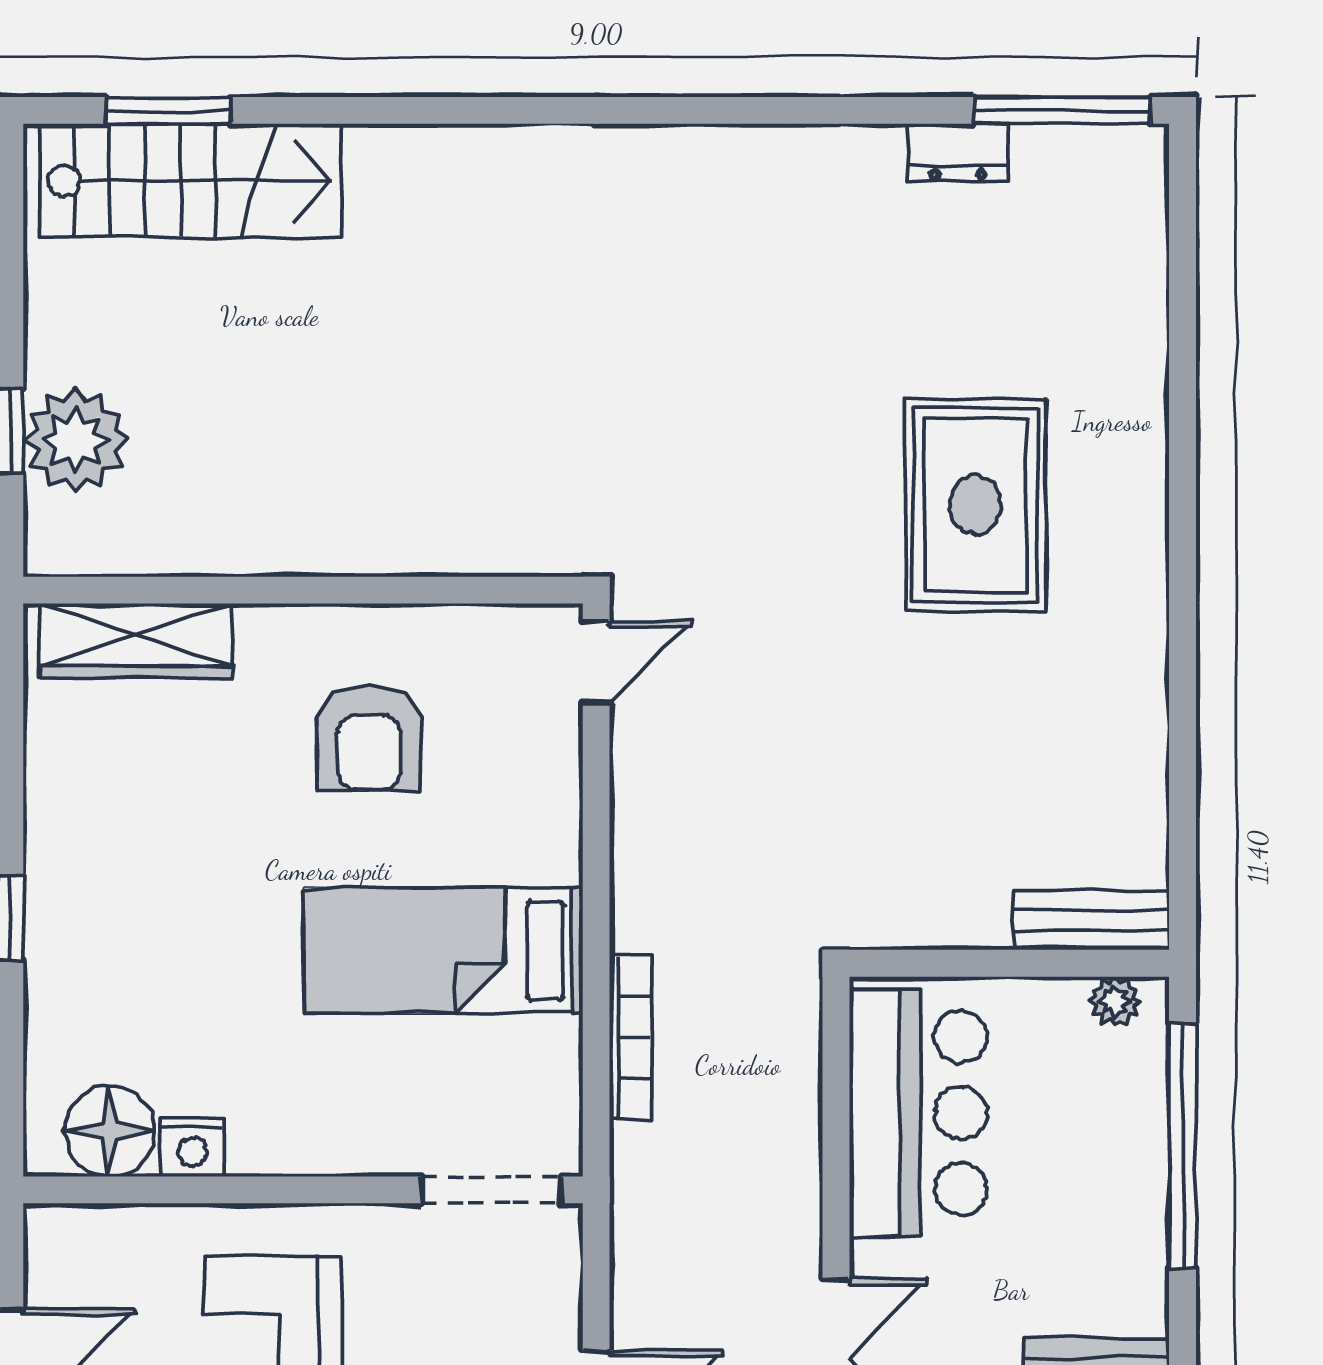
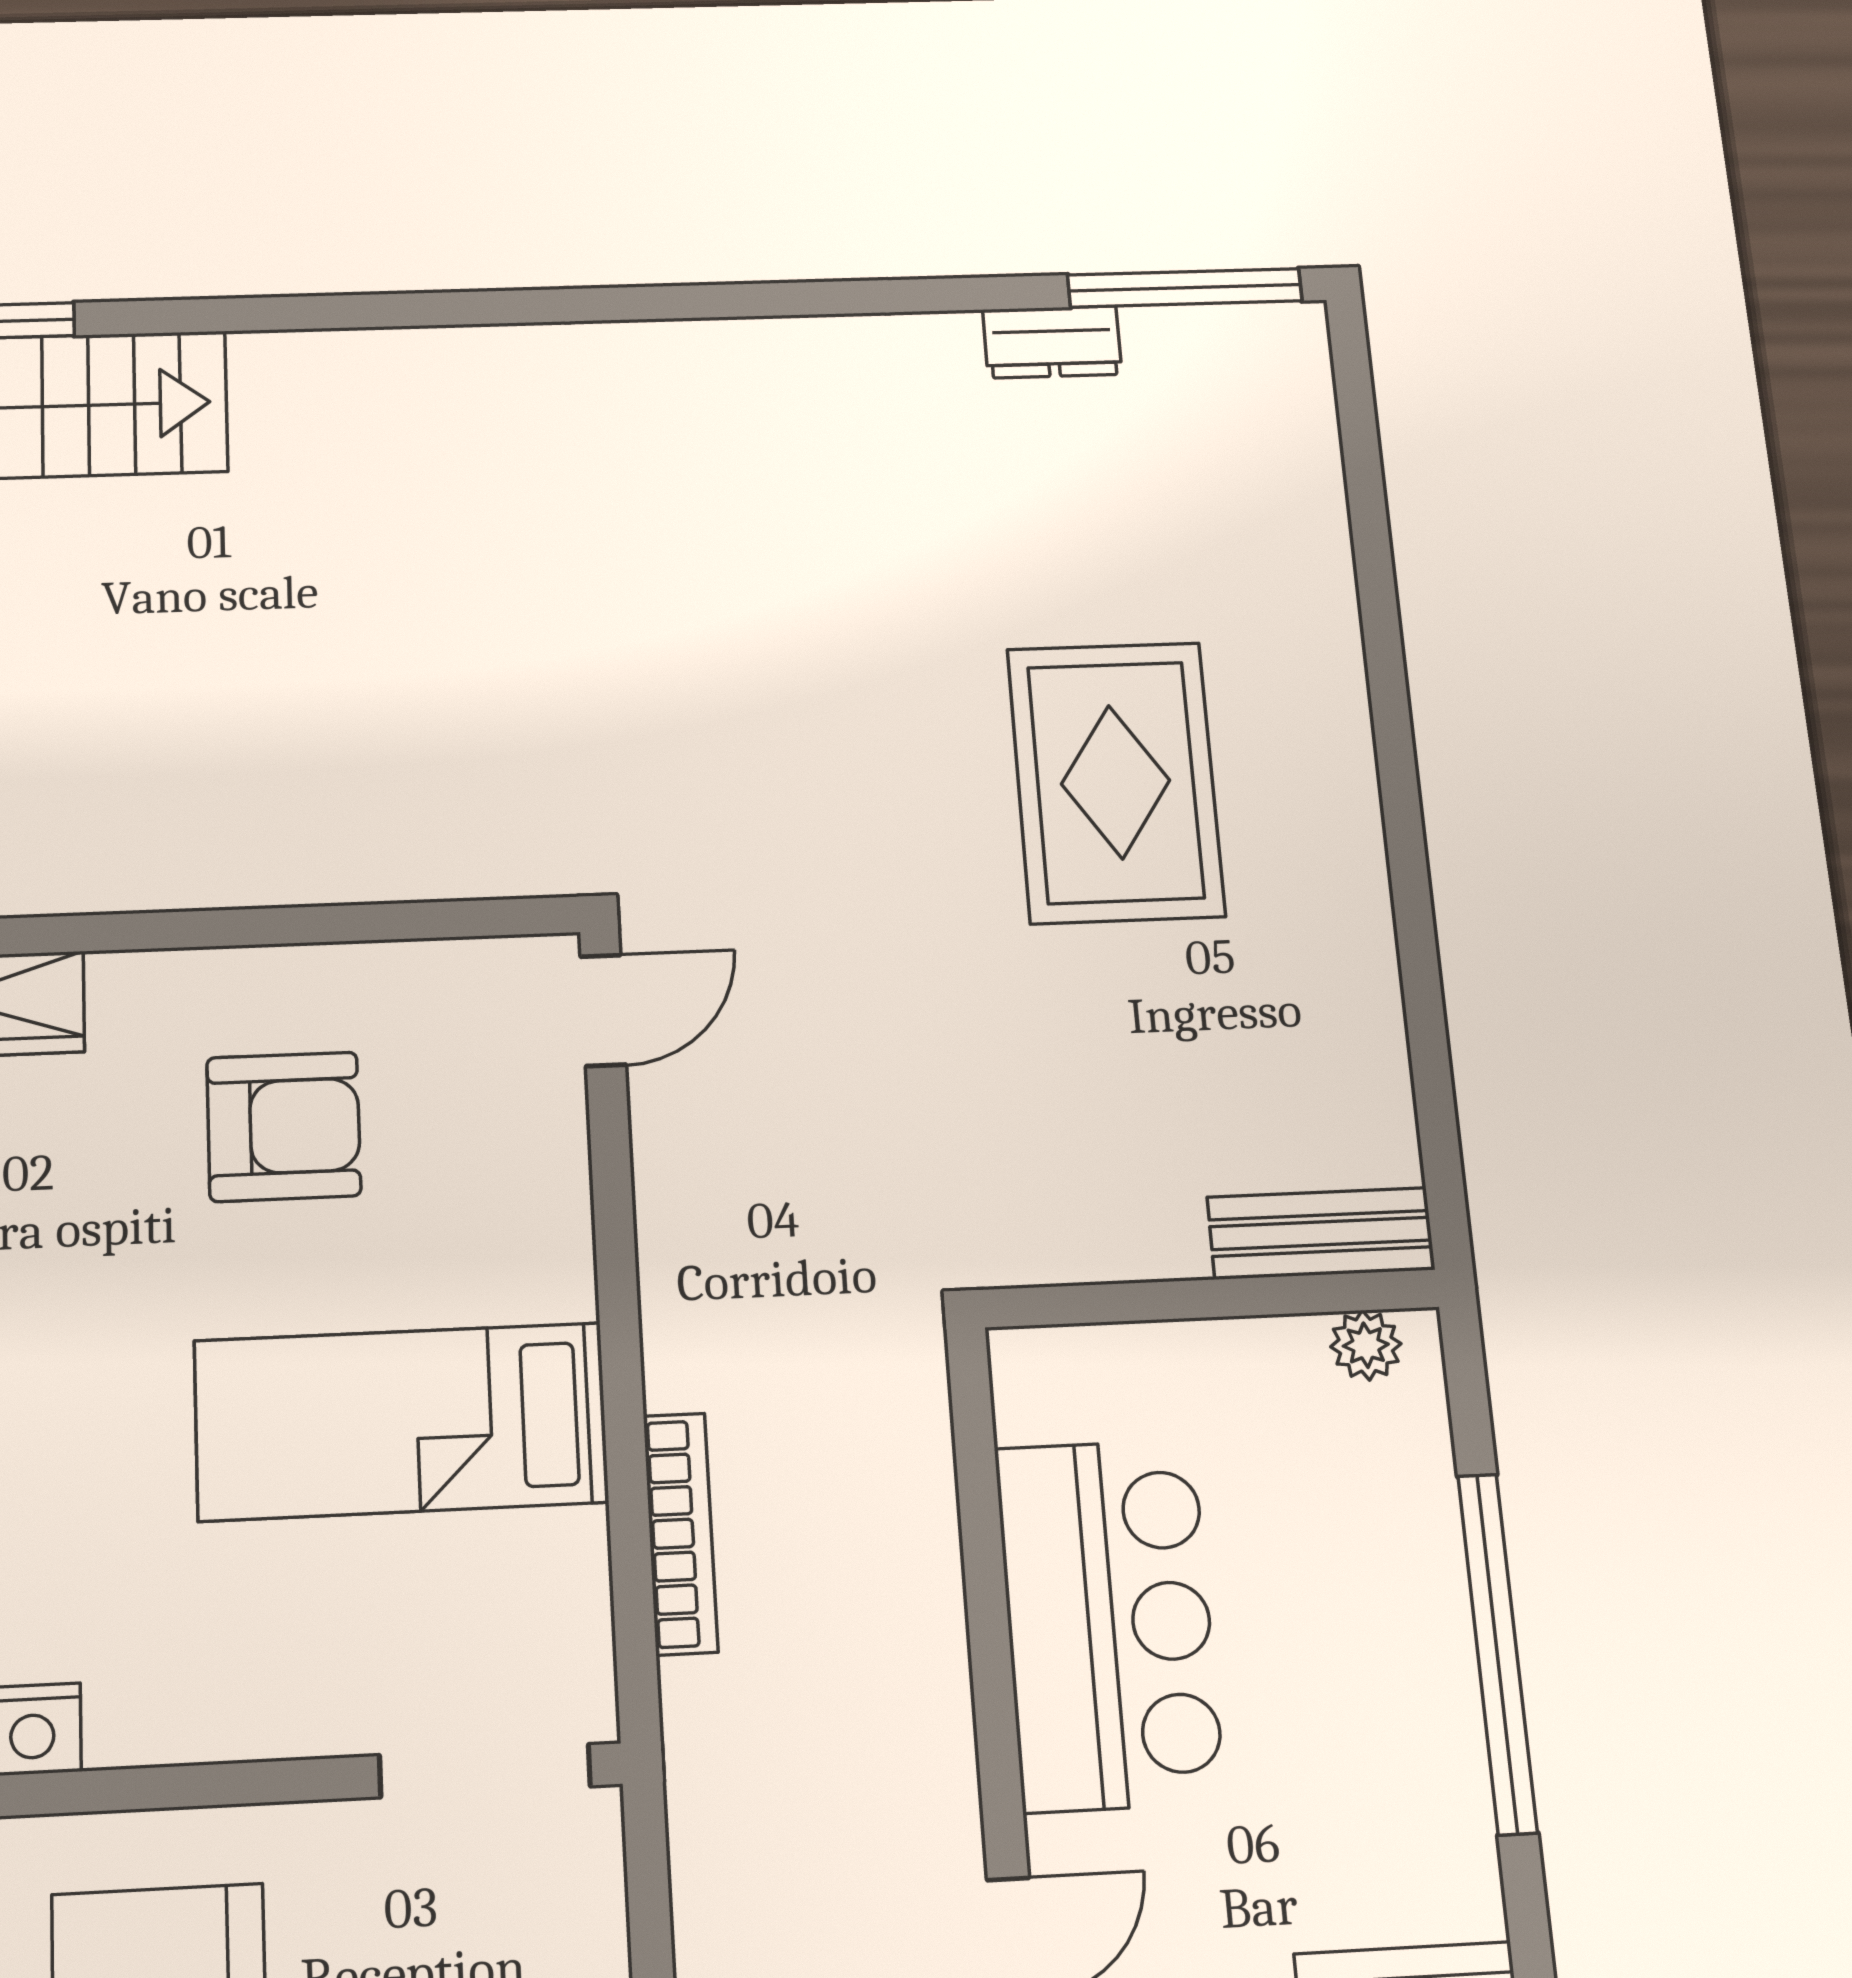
armchair: (369, 738) -> (284, 1127), turned -90
bench: (1091, 920) -> (1321, 1233), moved
wall: (1009, 963) -> (1211, 1298), moved
plant: (1115, 1001) -> (1366, 1345), moved

